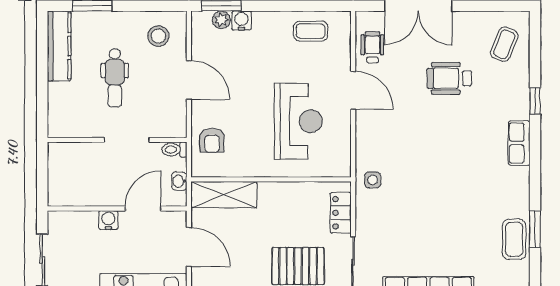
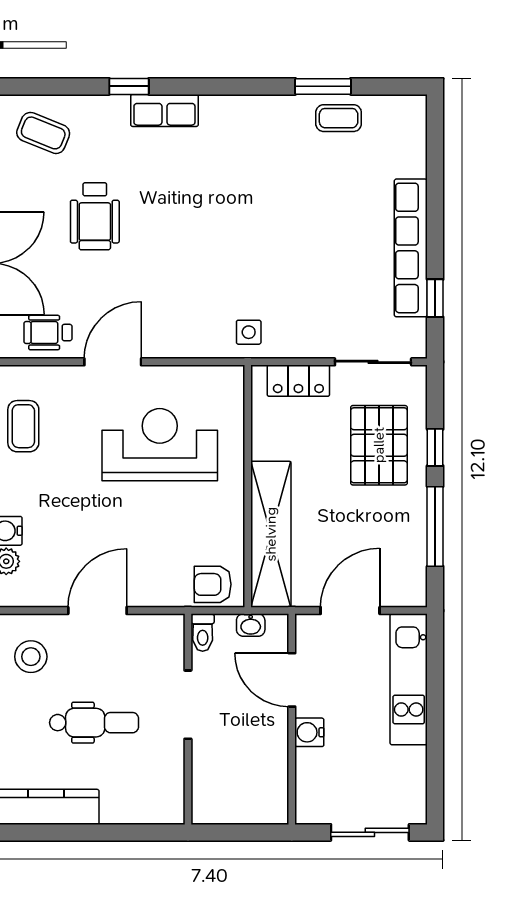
armchair: (212, 140) -> (213, 584), moved, turned 180
row of seats: (519, 143) -> (164, 110), moved
shelving: (224, 195) -> (271, 534), width x1.47
coffee table: (514, 239) -> (339, 118), width x0.73, depth x0.77

